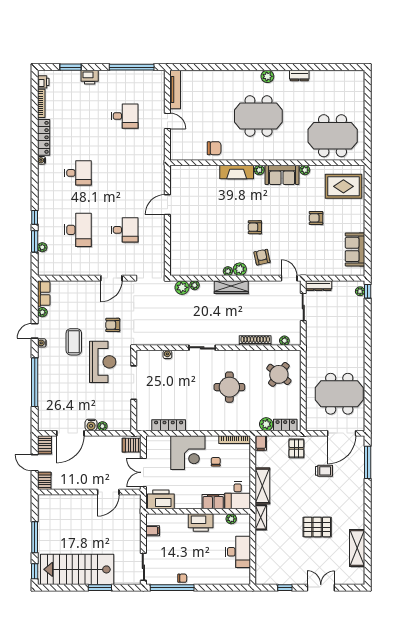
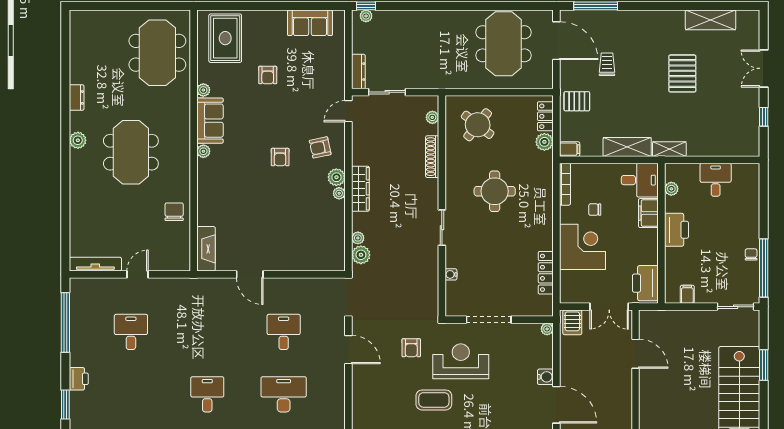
fireplace: (237, 172) -> (206, 249), moved
plant: (102, 426) -> (547, 329), moved
desk: (238, 552) -> (716, 180), width x0.73

